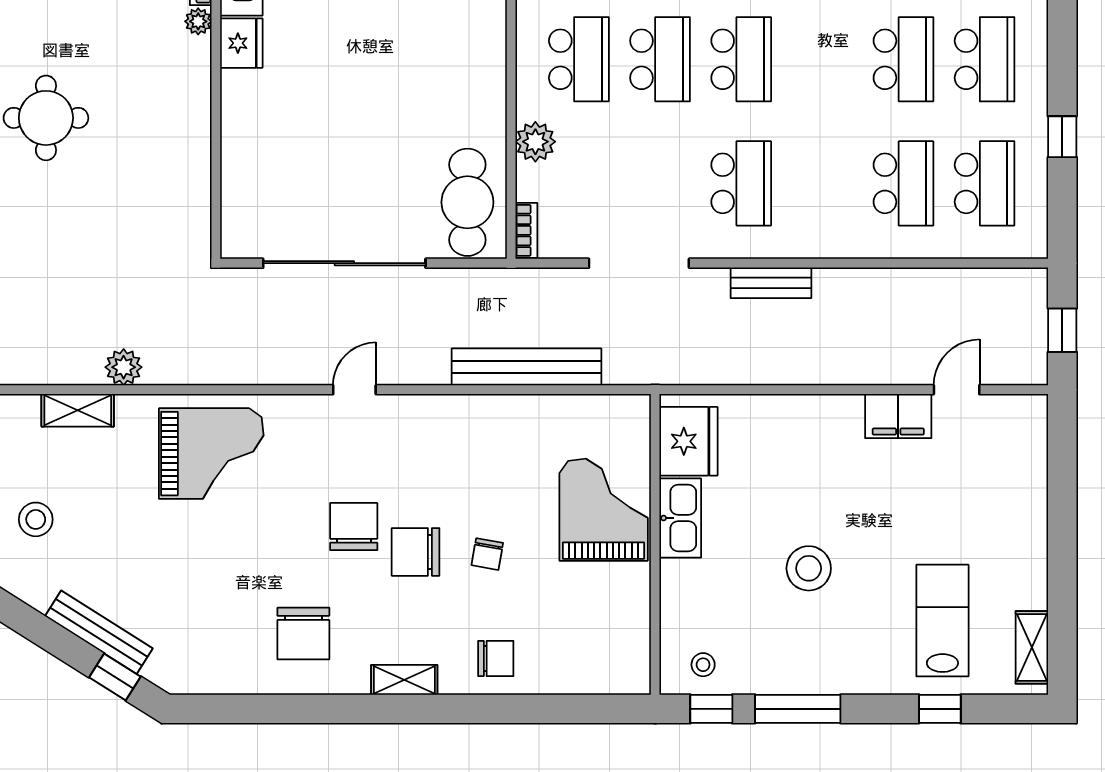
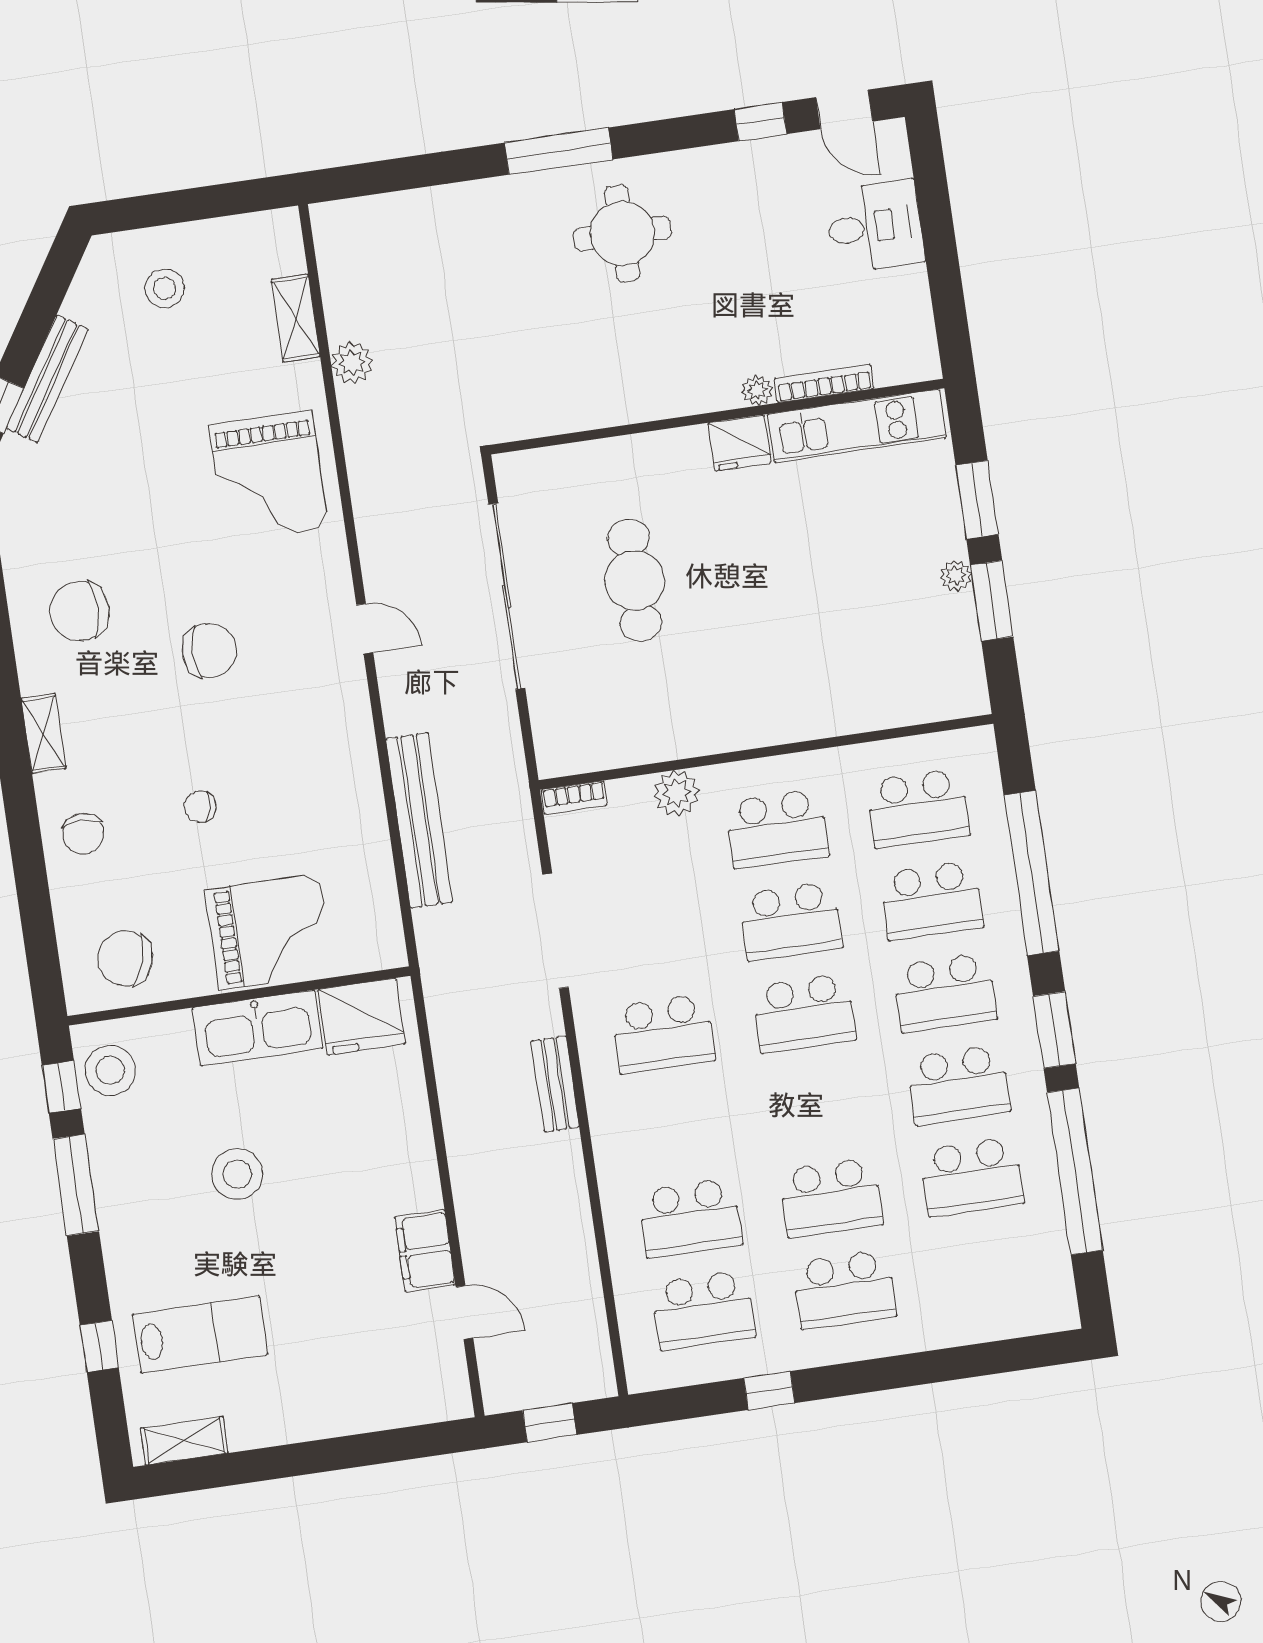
cafe table: (467, 202) -> (635, 580), moved, turned 90
kitchen sink: (680, 518) -> (258, 1028), width x1.36, depth x1.24
chair: (416, 552) -> (125, 958), moved, turned -73
stool: (703, 665) -> (110, 1070), width x1.89, depth x1.89

